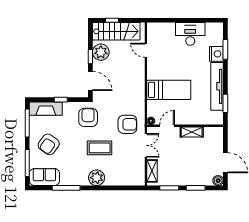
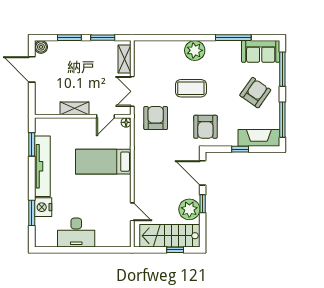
armchair: (127, 124) -> (156, 118), turned 90

